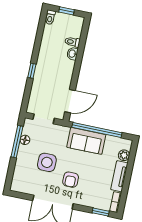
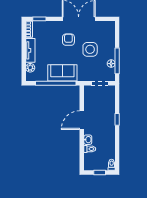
door: (70, 101) -> (82, 120), moved

